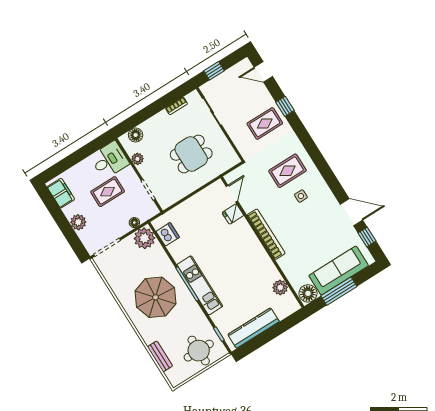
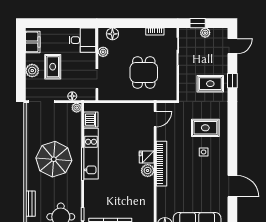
door: (263, 72) -> (232, 46), swing flipped
plant: (228, 76) -> (205, 33), added
dining table: (191, 154) -> (144, 72), turned 90
rug: (108, 192) -> (53, 67), moved, turned 90
fridge: (233, 214) -> (147, 157), moved
window: (367, 237) -> (232, 211), removed
plant: (144, 238) -> (77, 108), width x0.53, depth x0.53
kitchen unit: (200, 285) -> (91, 154), moved
plant: (280, 287) -> (148, 171), moved

